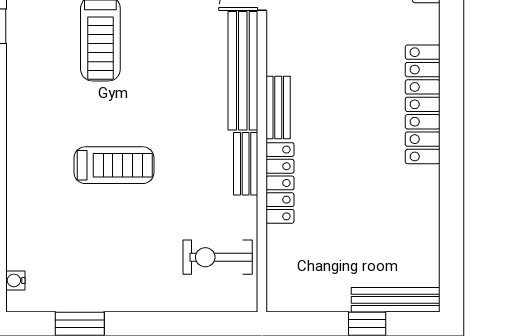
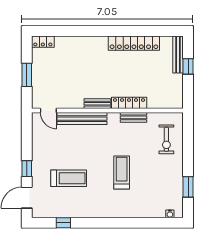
locker: (423, 104) -> (134, 43), moved
bench: (246, 164) -> (134, 117), moved
exercise bike: (218, 257) -> (166, 139), moved

